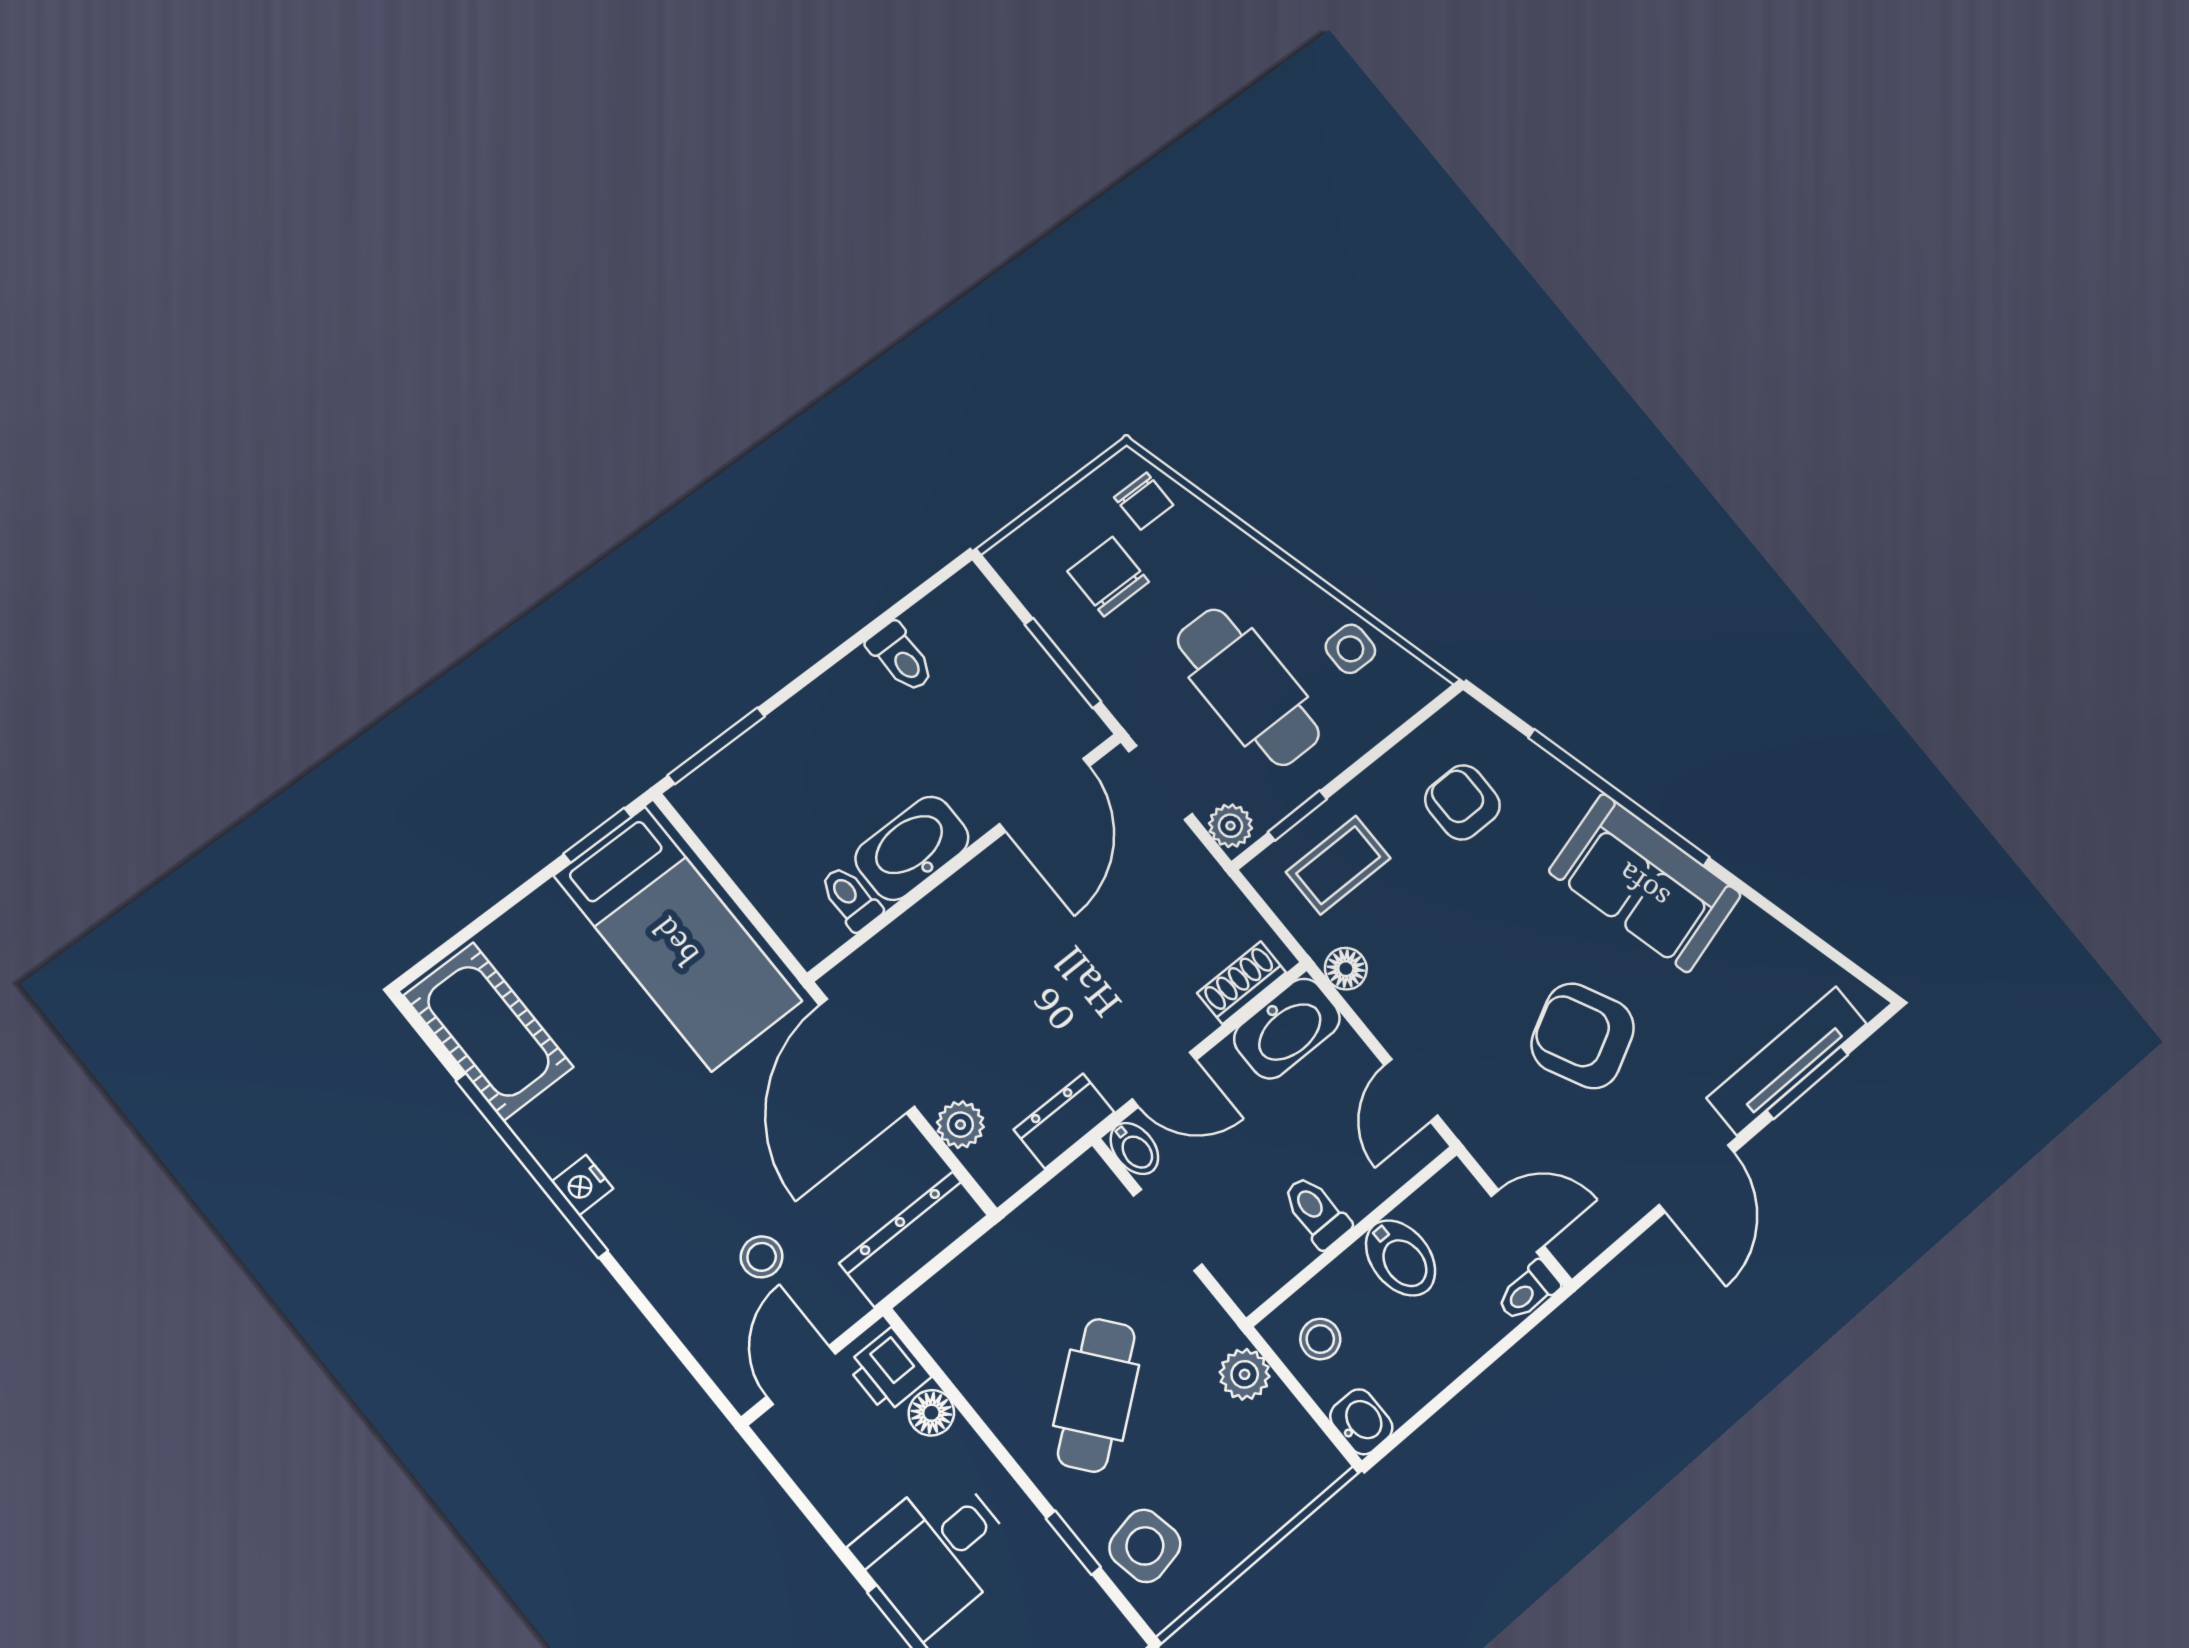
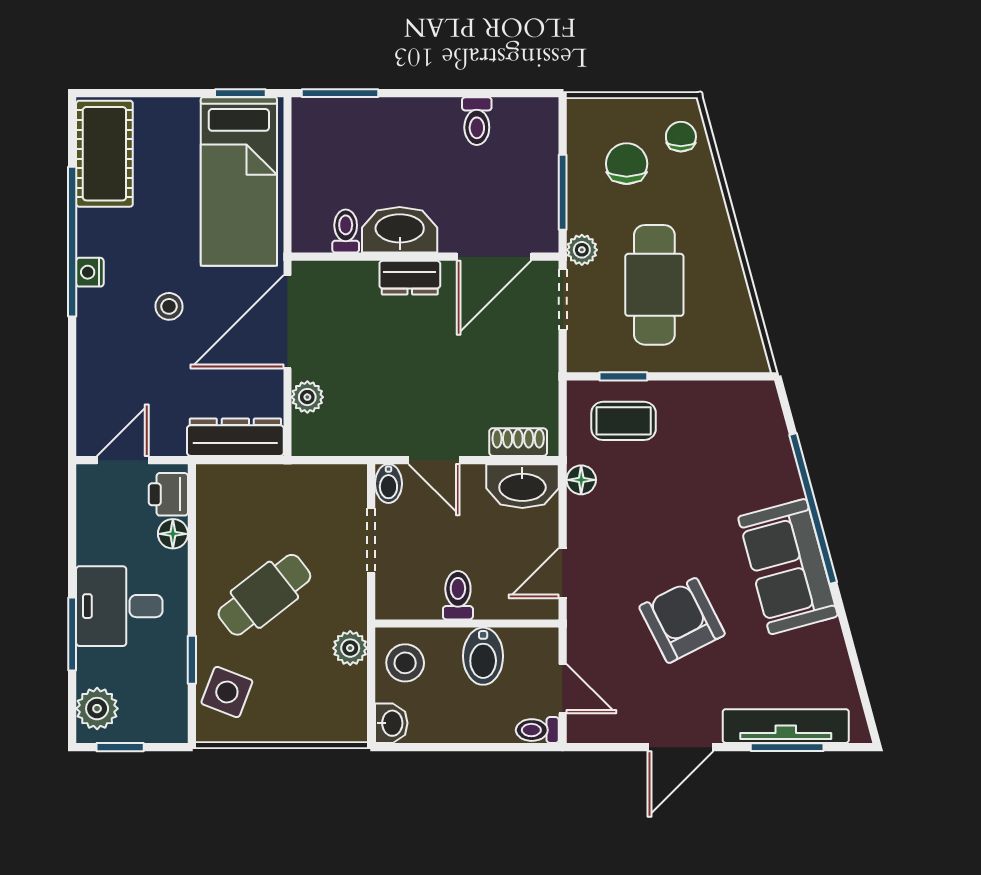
chair: (1144, 501) -> (681, 137), turned 180
side table: (1350, 649) -> (729, 308), removed
armchair: (1462, 802) -> (722, 441), removed
plant: (1230, 826) -> (582, 250), moved
dresser: (1064, 1121) -> (410, 278), moved, turned 180
stool: (762, 1257) -> (169, 306), moved
stool: (1320, 1339) -> (405, 663), width x1.37, depth x1.37
side table: (1145, 1546) -> (227, 692), turned 32

